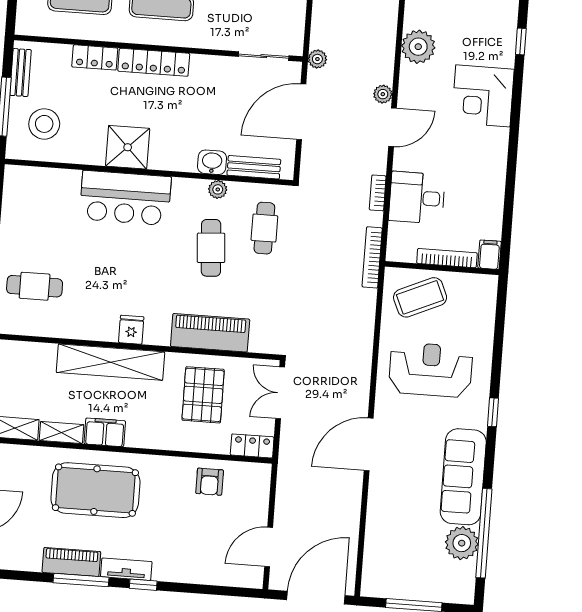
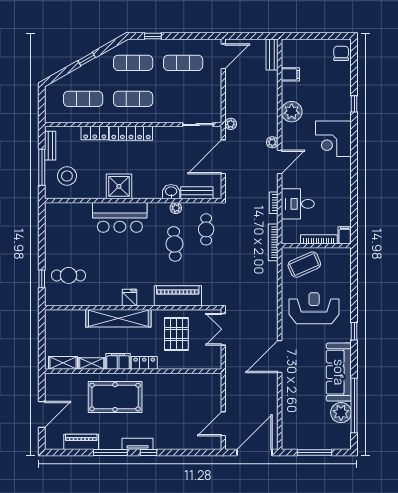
locker: (252, 446) -> (144, 363), moved
armchair: (210, 482) -> (184, 387), removed
piano: (71, 562) -> (81, 442), moved

